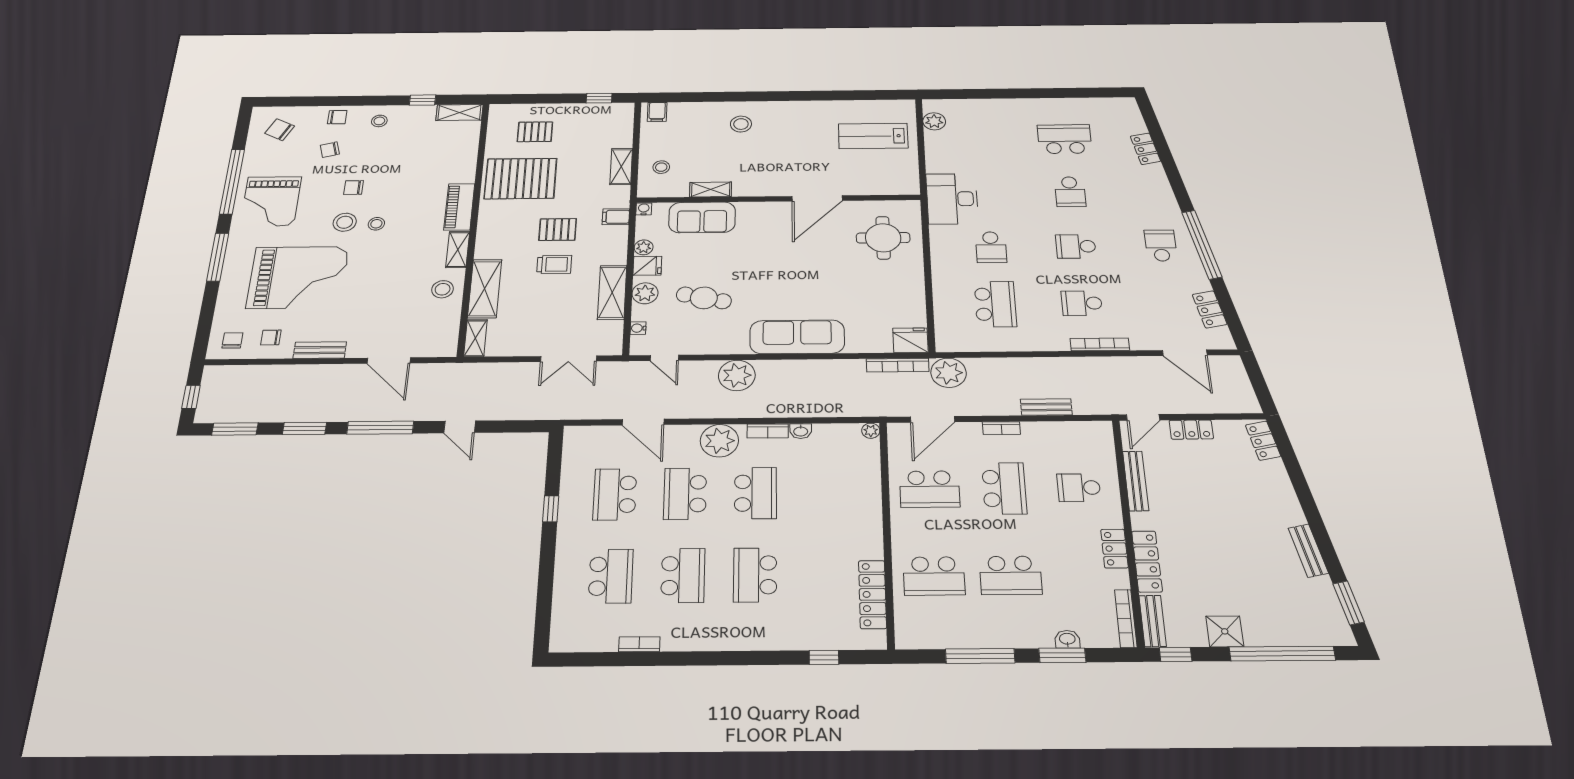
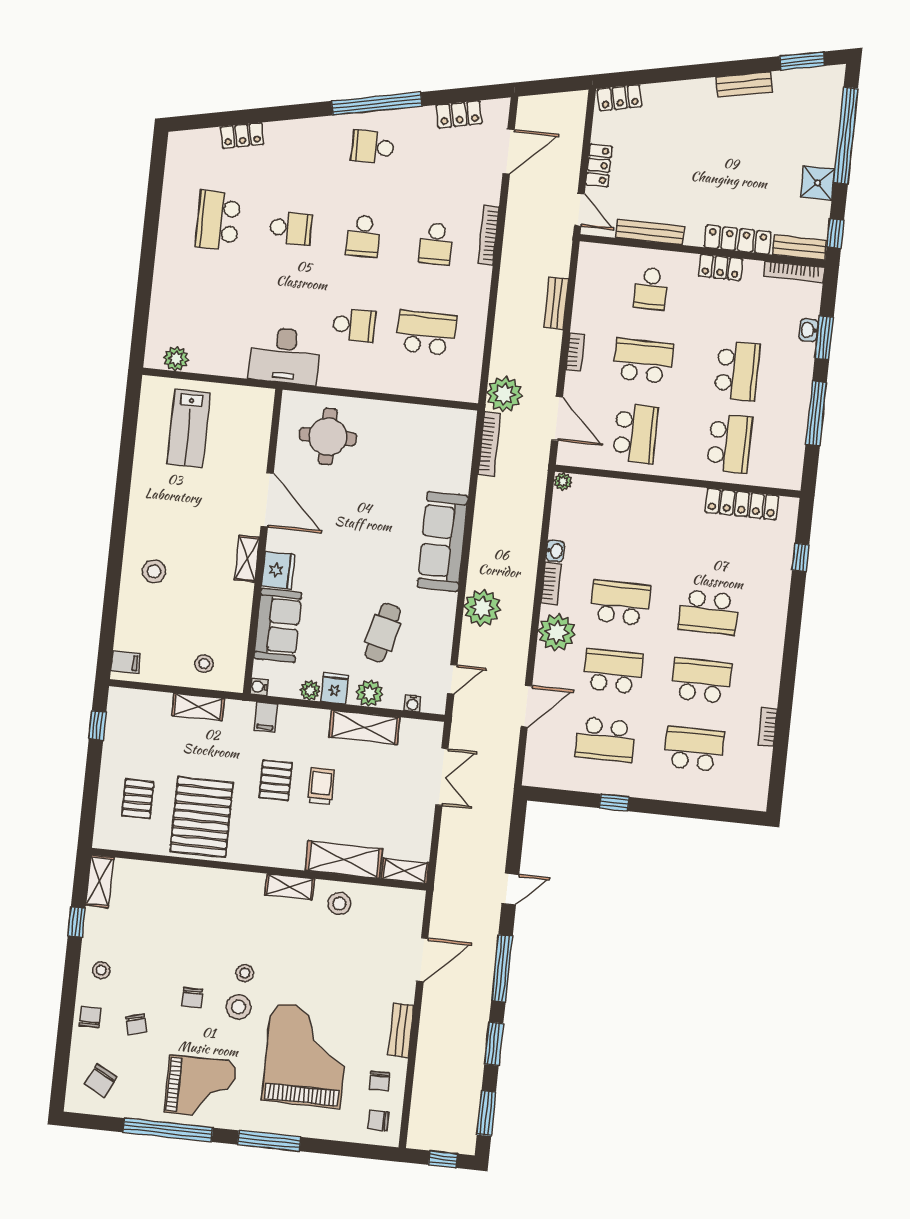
shelving: (711, 189) -> (247, 559), moved
piano: (459, 207) -> (232, 884), removed
fridge: (910, 340) -> (278, 570), moved, turned 180
school desk: (685, 494) -> (613, 671), turned 180

